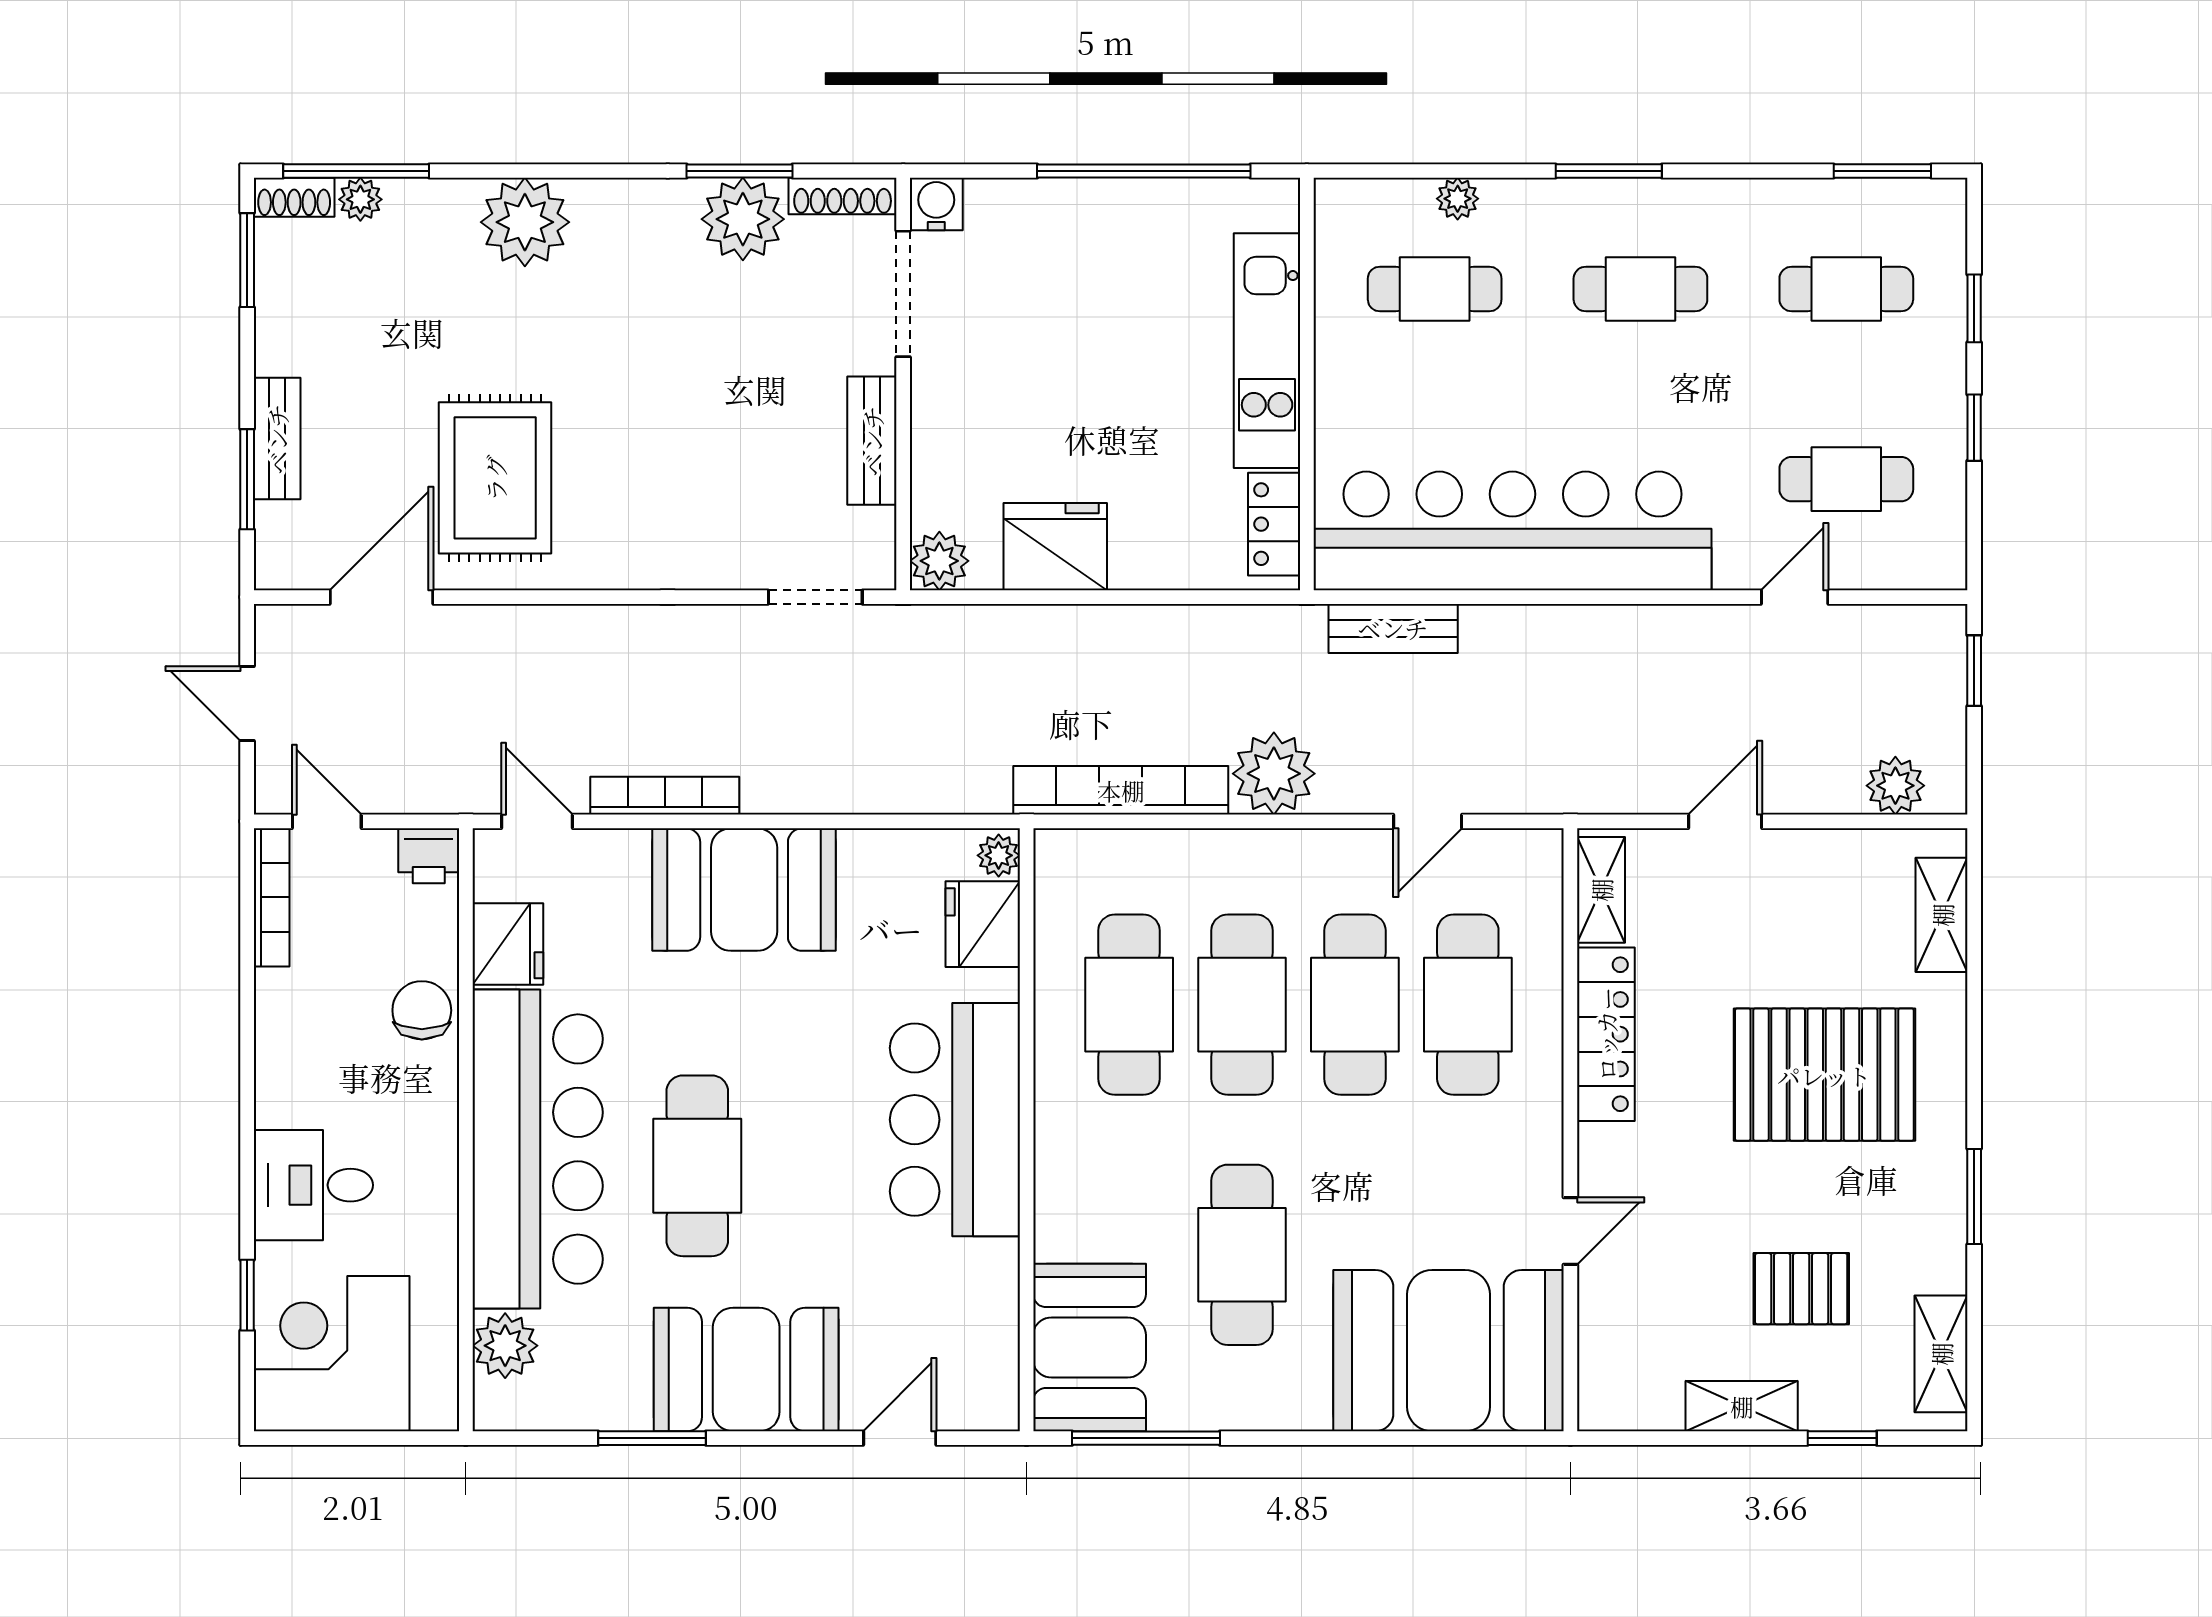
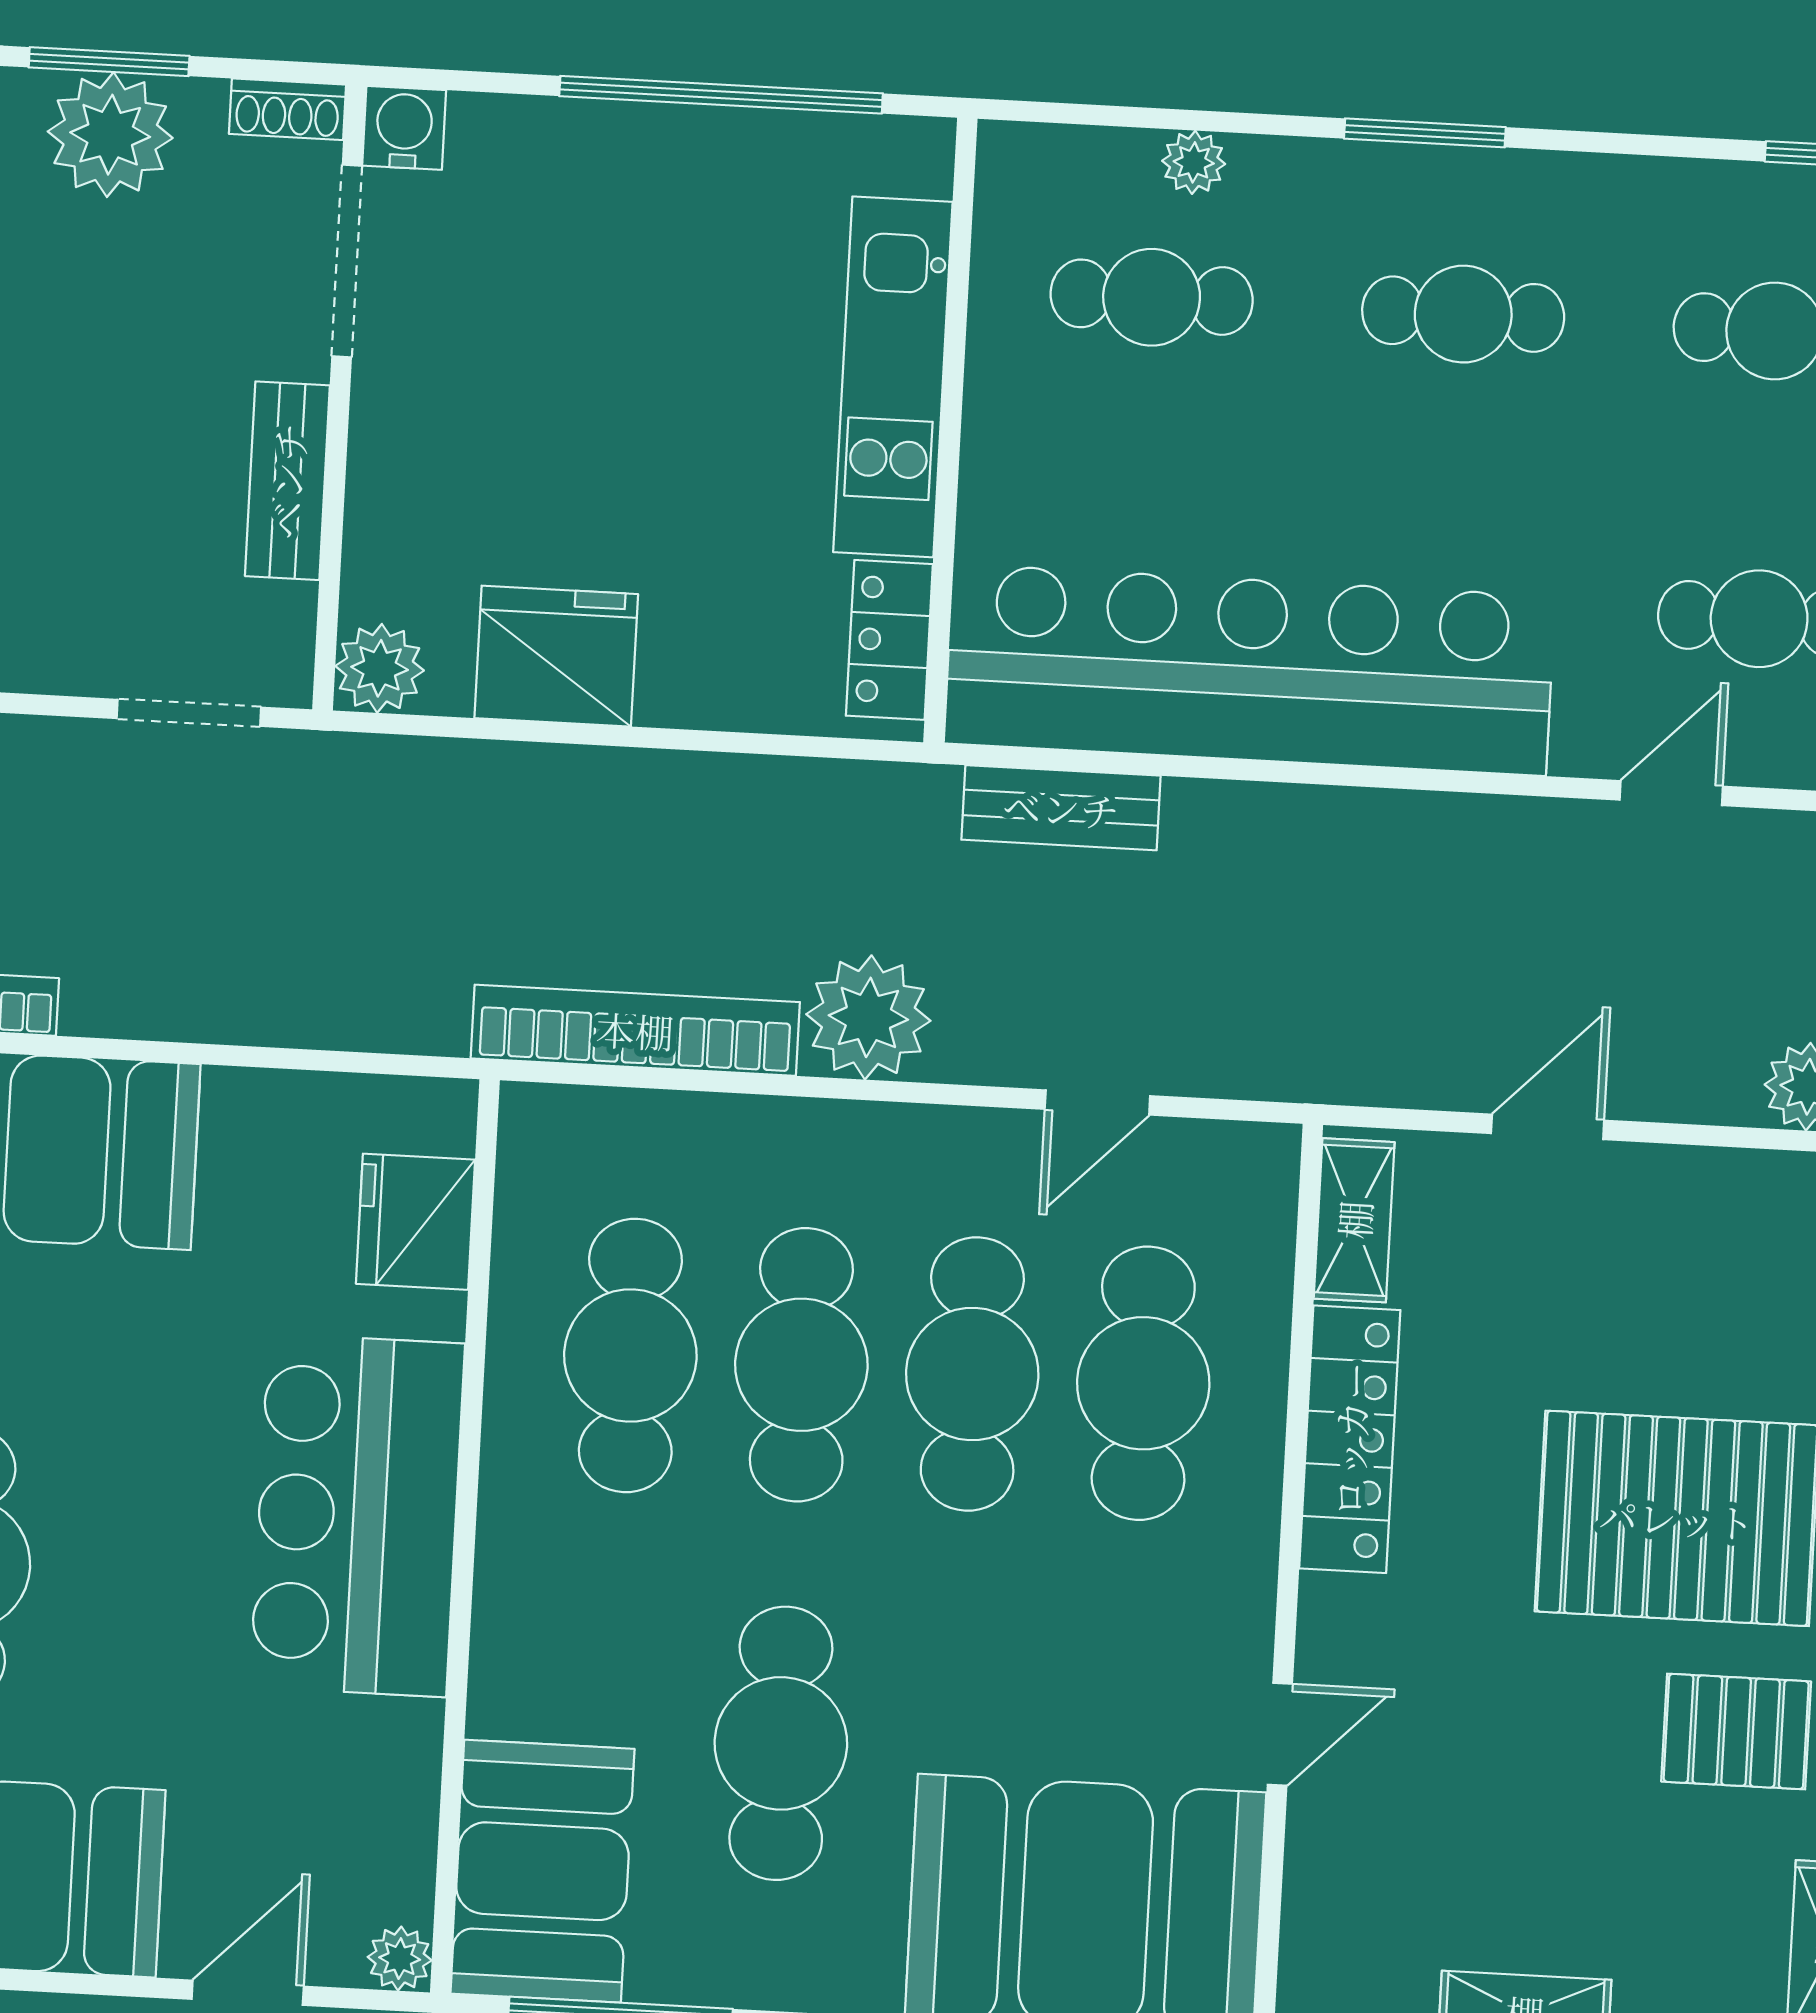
shoe rack: (843, 196) -> (287, 109), width x0.70
plant: (999, 855) -> (400, 1959), moved
pallet: (1801, 1289) -> (1736, 1731), moved

